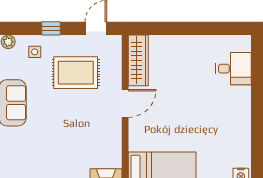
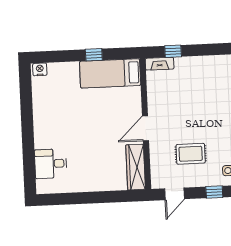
rug: (76, 73) -> (191, 154), width x0.73, depth x0.70

